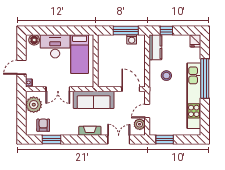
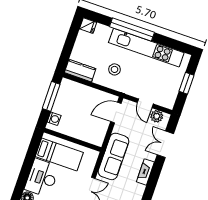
window: (166, 31) -> (66, 53), removed
washing machine: (132, 39) -> (54, 119), moved
window: (165, 140) -> (187, 83), moved

